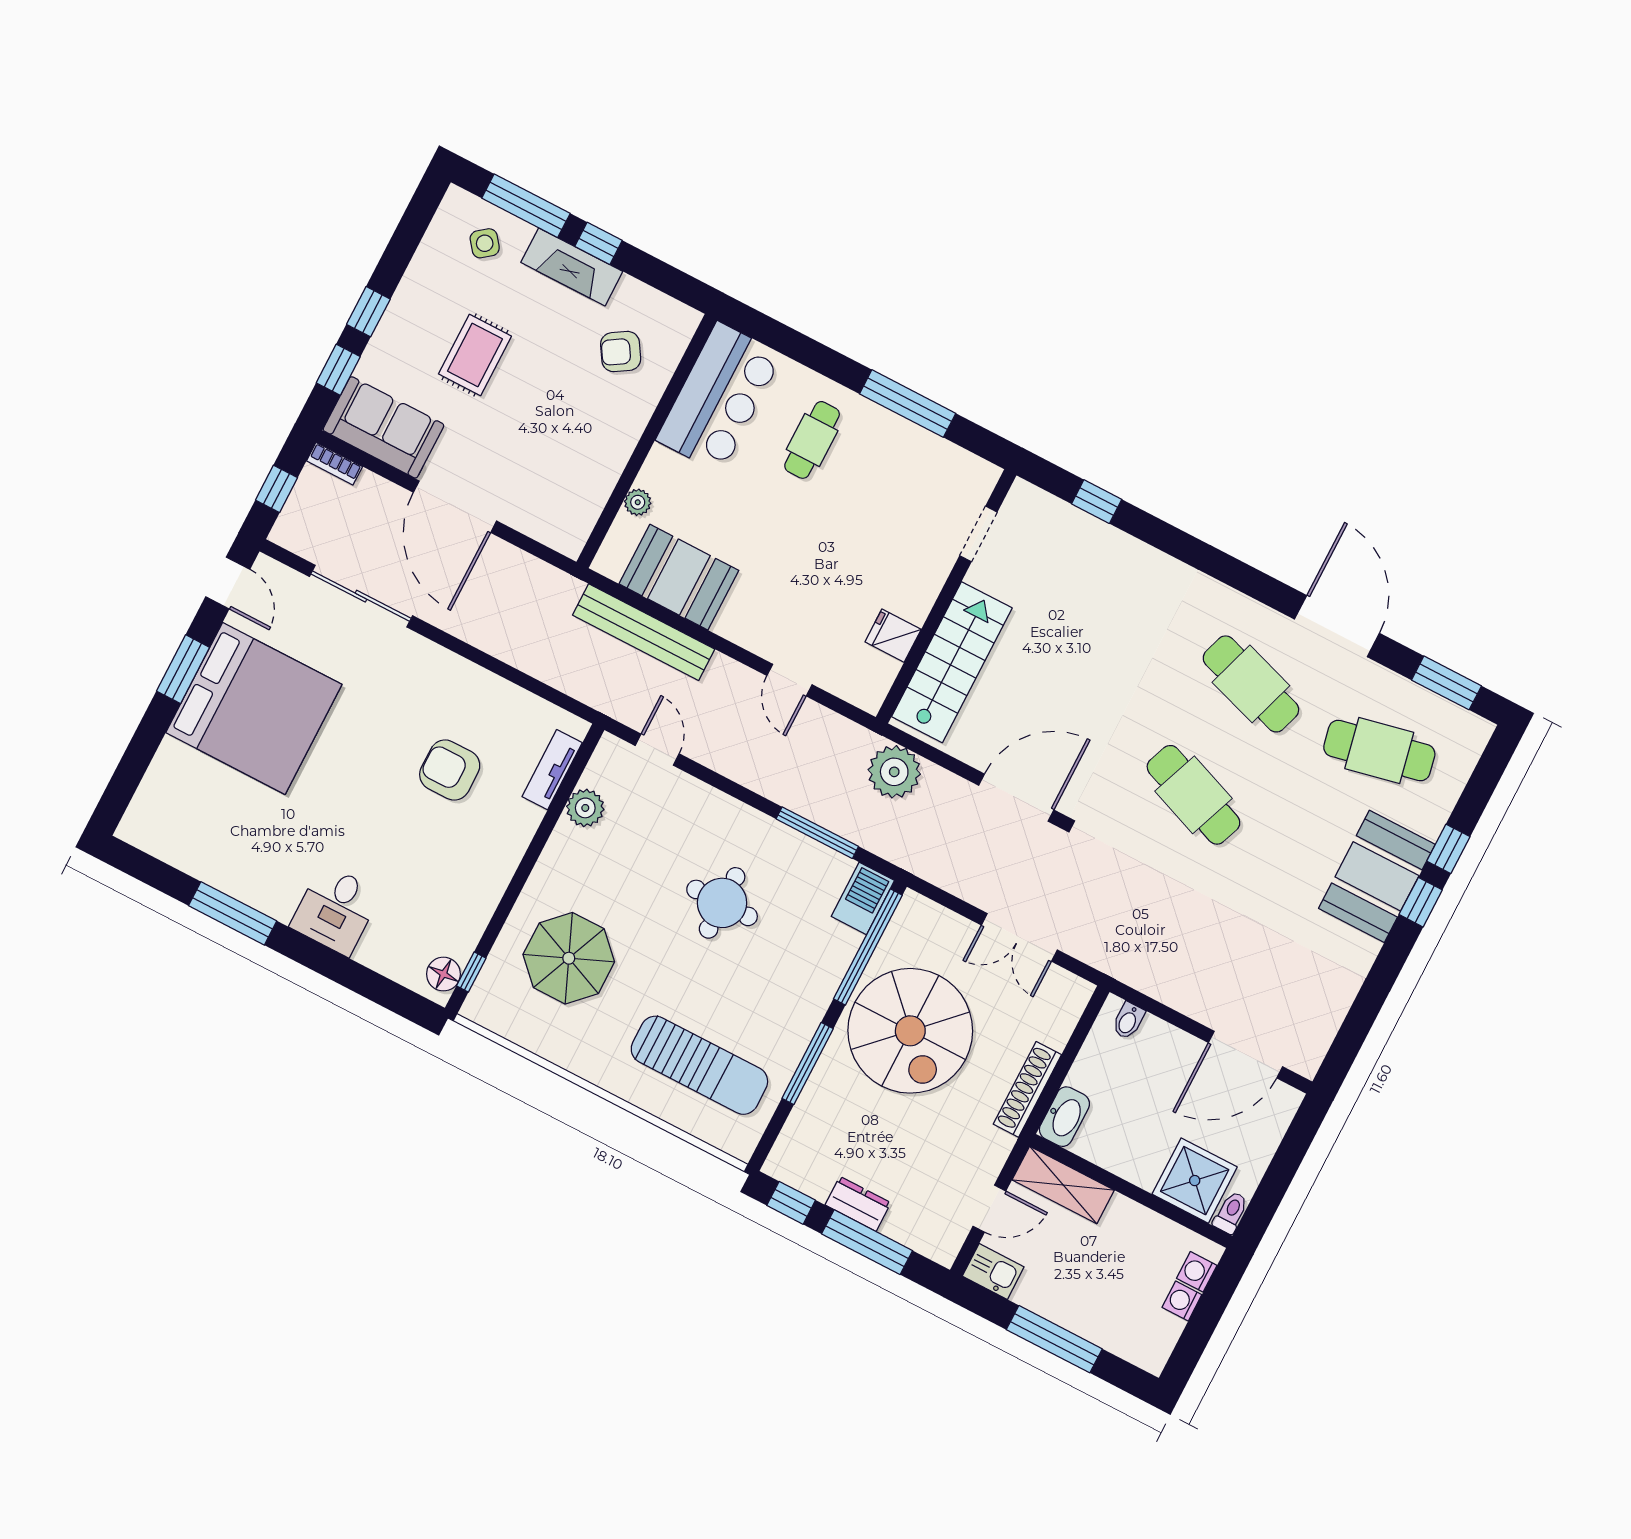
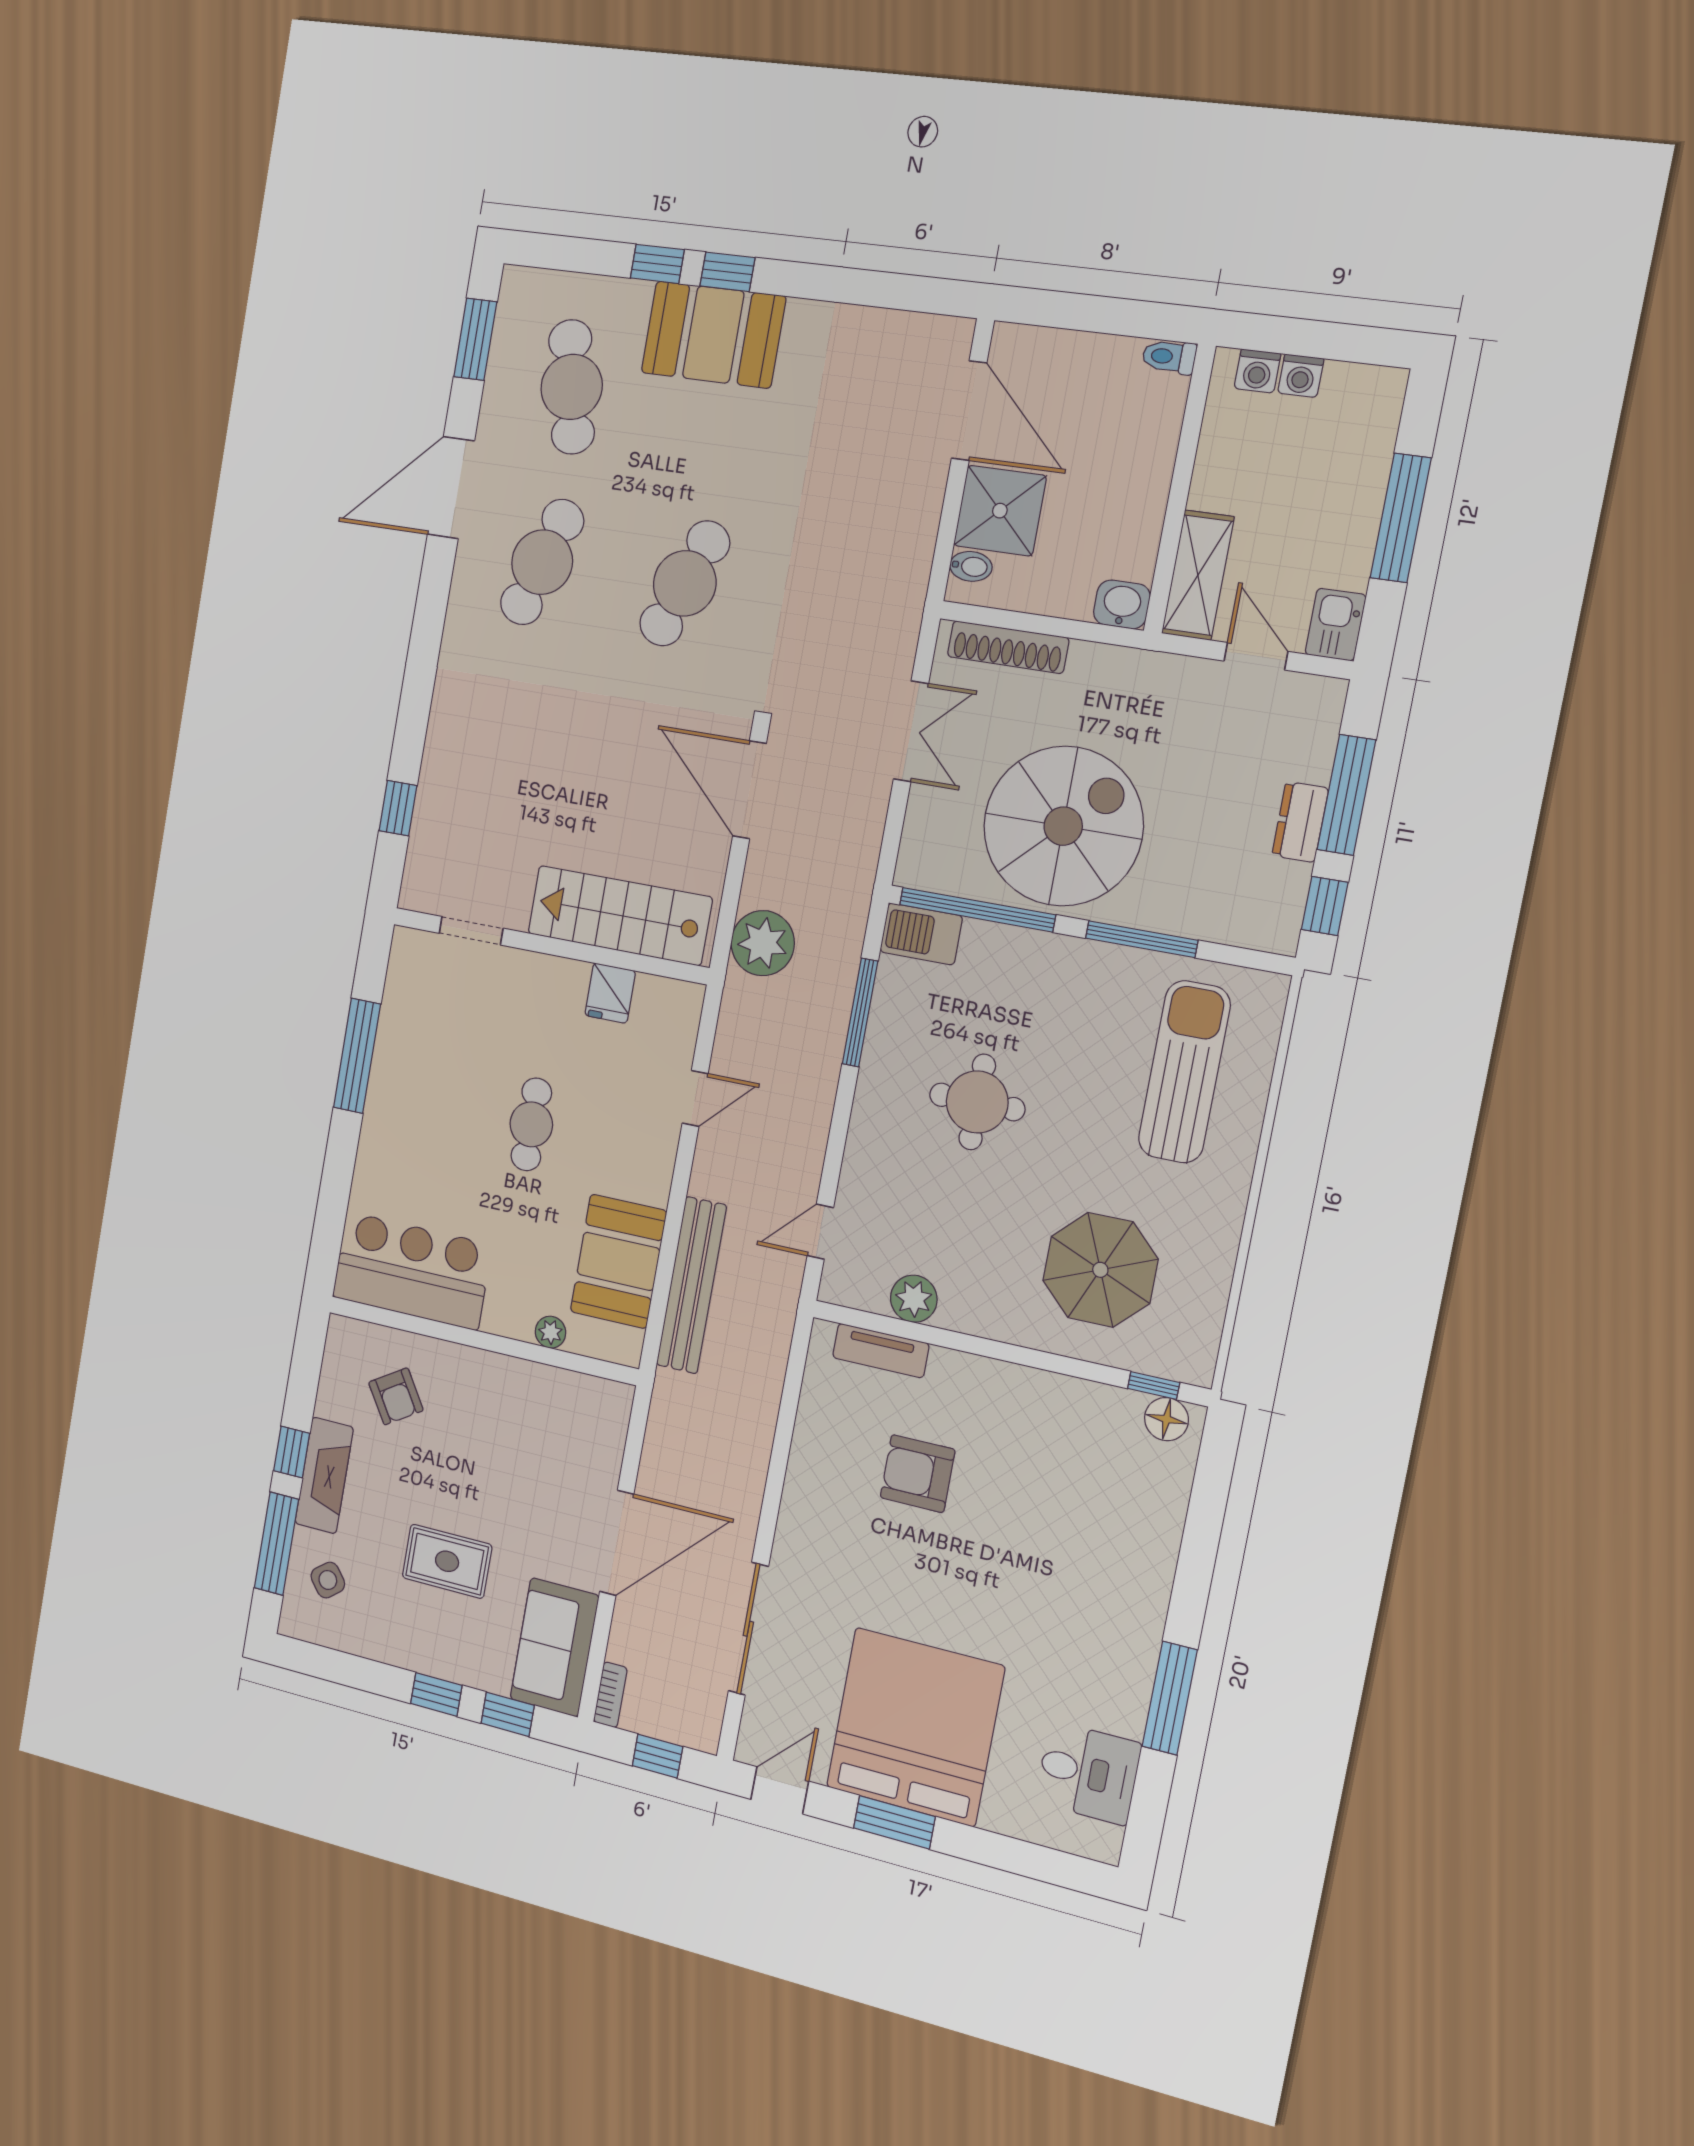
cafe table: (812, 440) -> (531, 1124), moved, turned 90
armchair: (450, 770) -> (918, 1474), turned 90
desk: (336, 910) -> (1088, 1773), moved
shoe rack: (1027, 1089) -> (1008, 647), moved
washbasin: (1064, 1117) -> (1122, 604), width x0.72
shower: (1195, 1181) -> (1000, 511), moved

